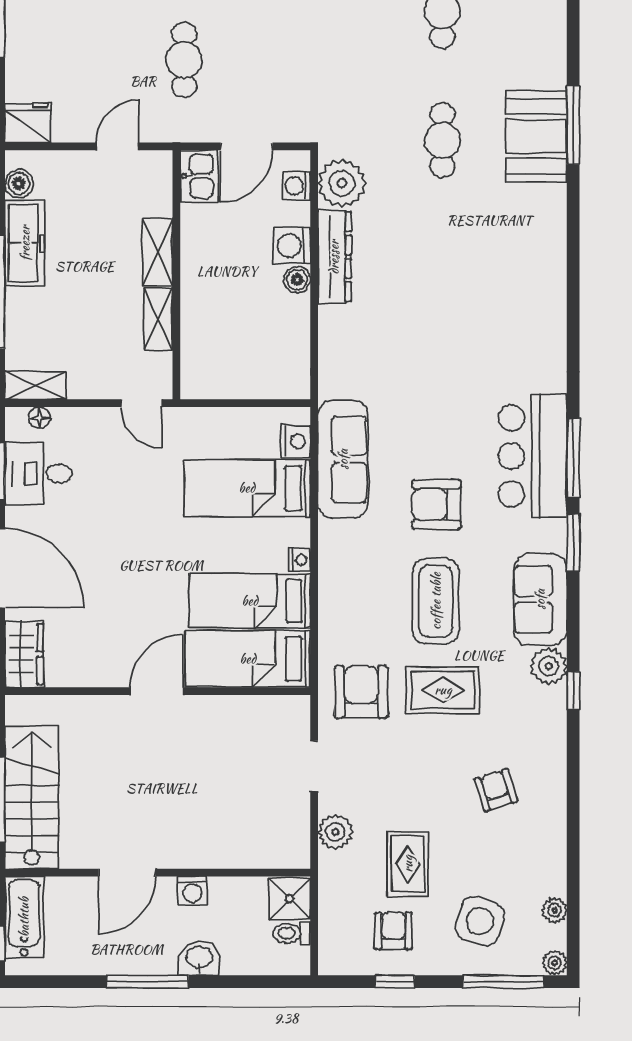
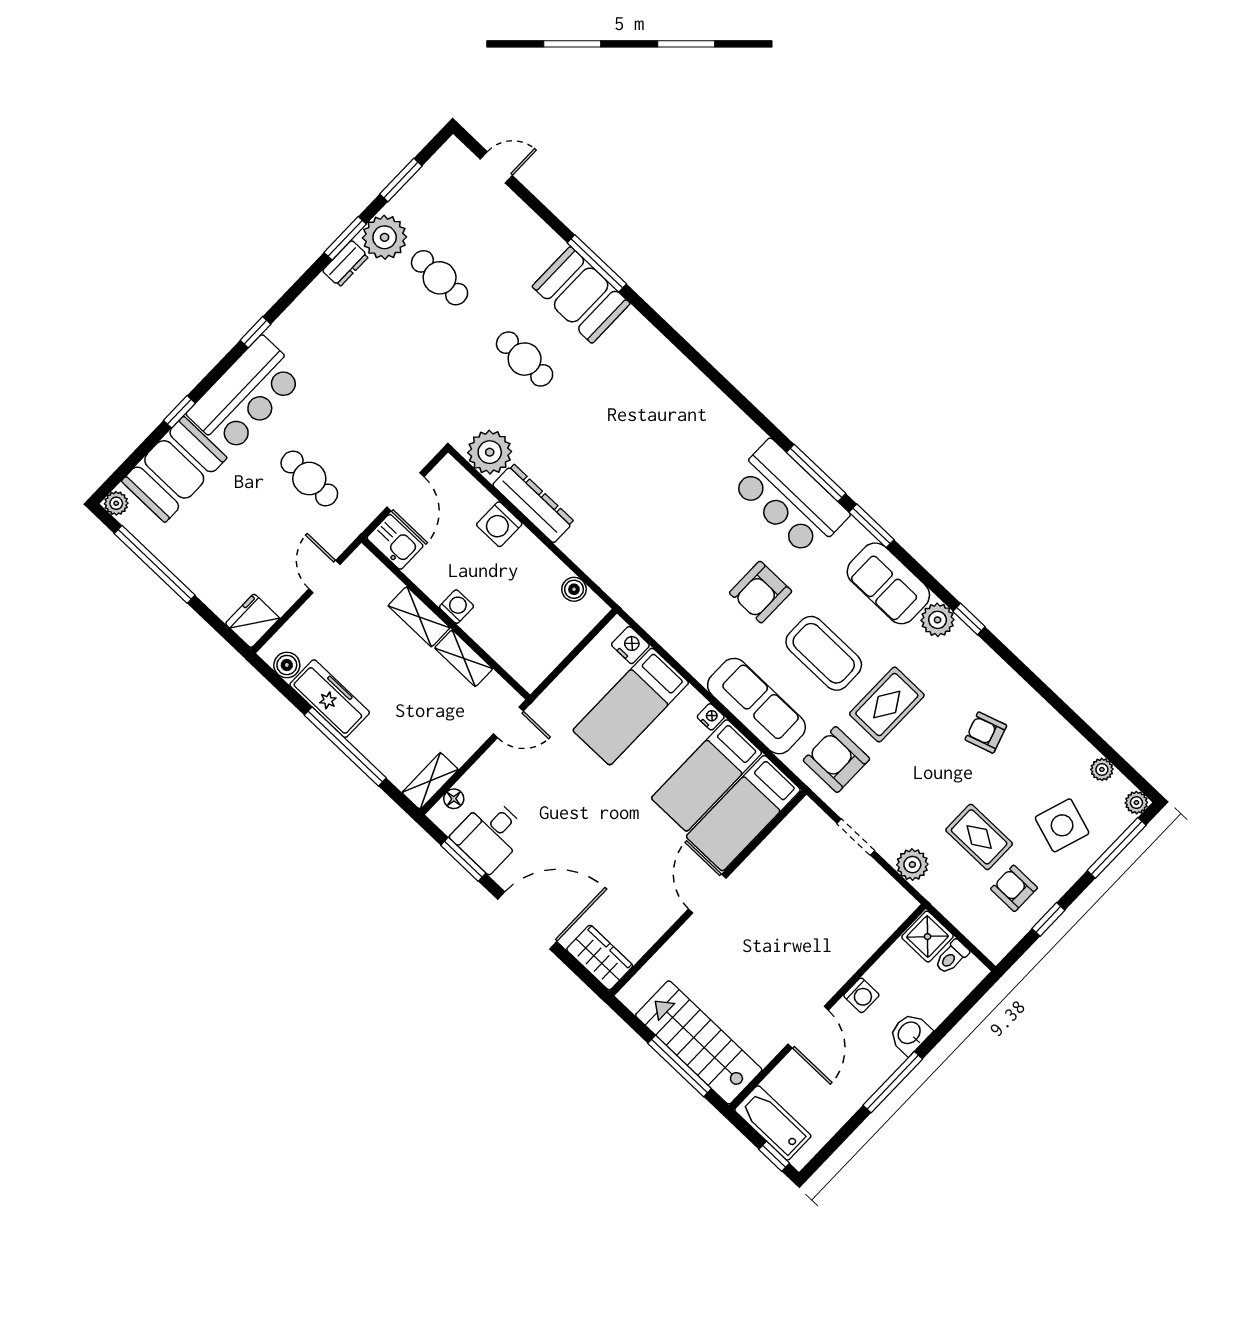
washing machine: (296, 186) -> (456, 607), moved, turned 180
boiler: (297, 280) -> (574, 589), moved
sofa: (343, 459) -> (756, 706), moved

